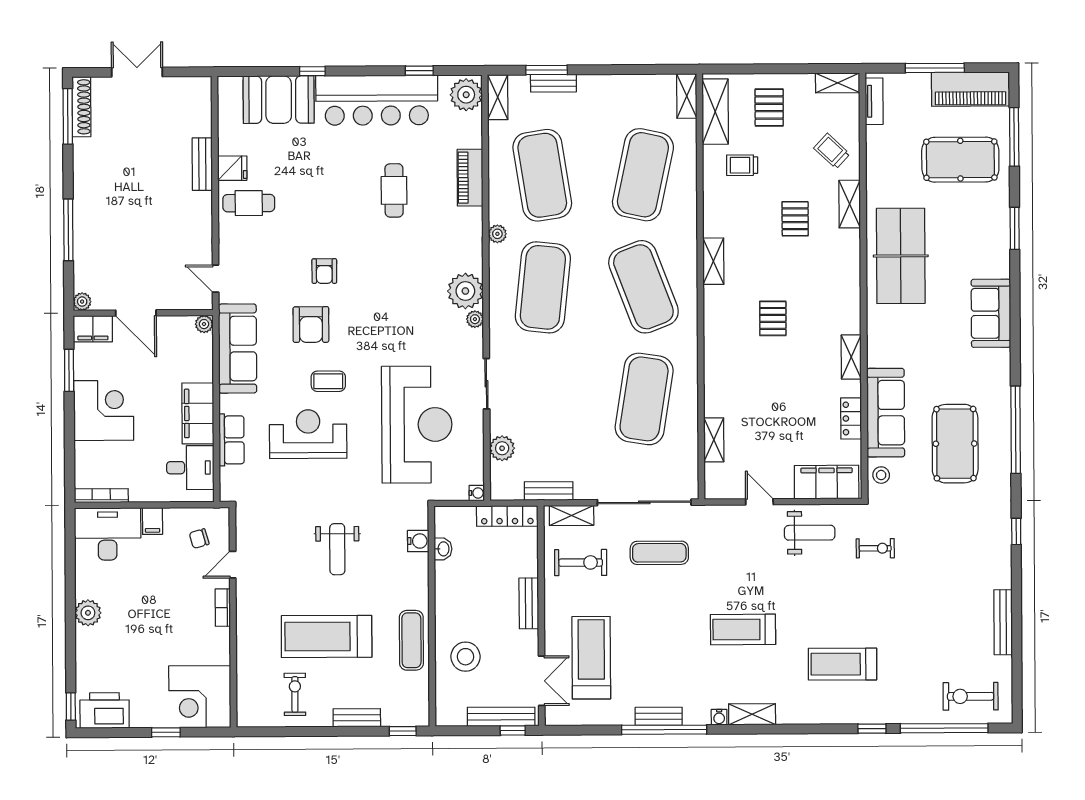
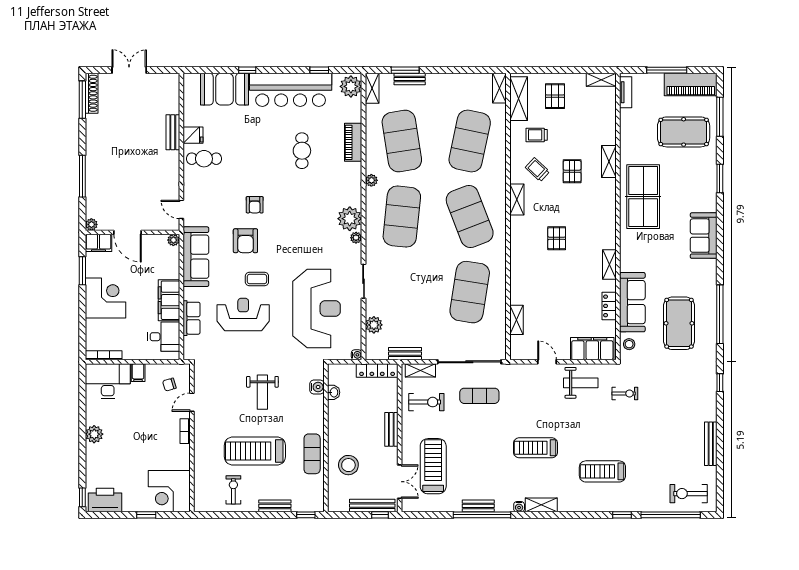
trolley: (832, 151) -> (537, 170), moved

